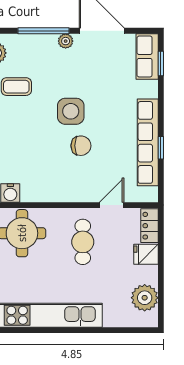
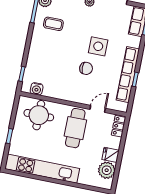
side table: (71, 111) -> (98, 46), moved
cafe table: (83, 242) -> (75, 128), width x1.37, depth x1.35
fridge: (146, 254) -> (111, 155), moved

